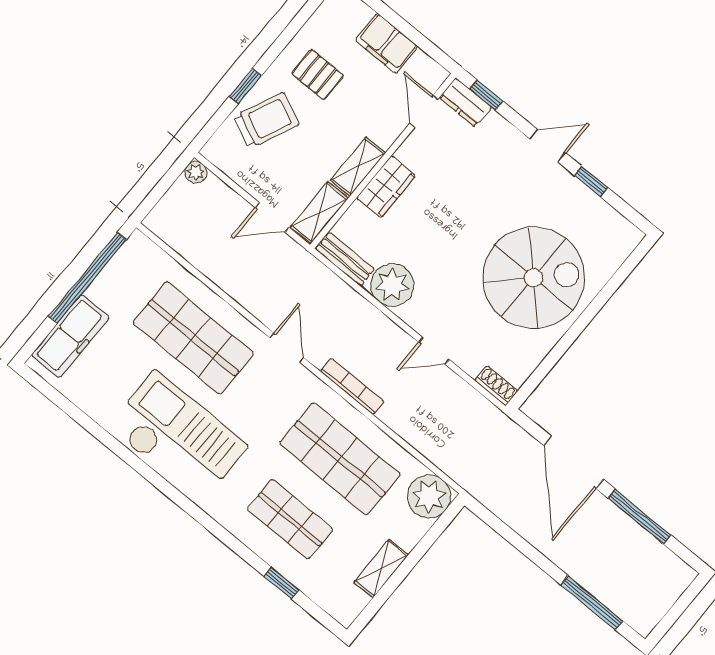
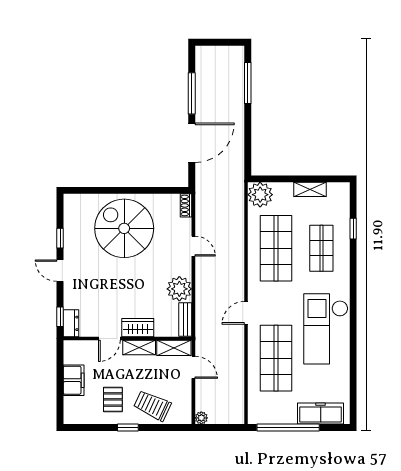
window: (245, 86) -> (128, 428), moved
door: (424, 111) -> (109, 339), moved
bookcase: (352, 386) -> (239, 269), removed

